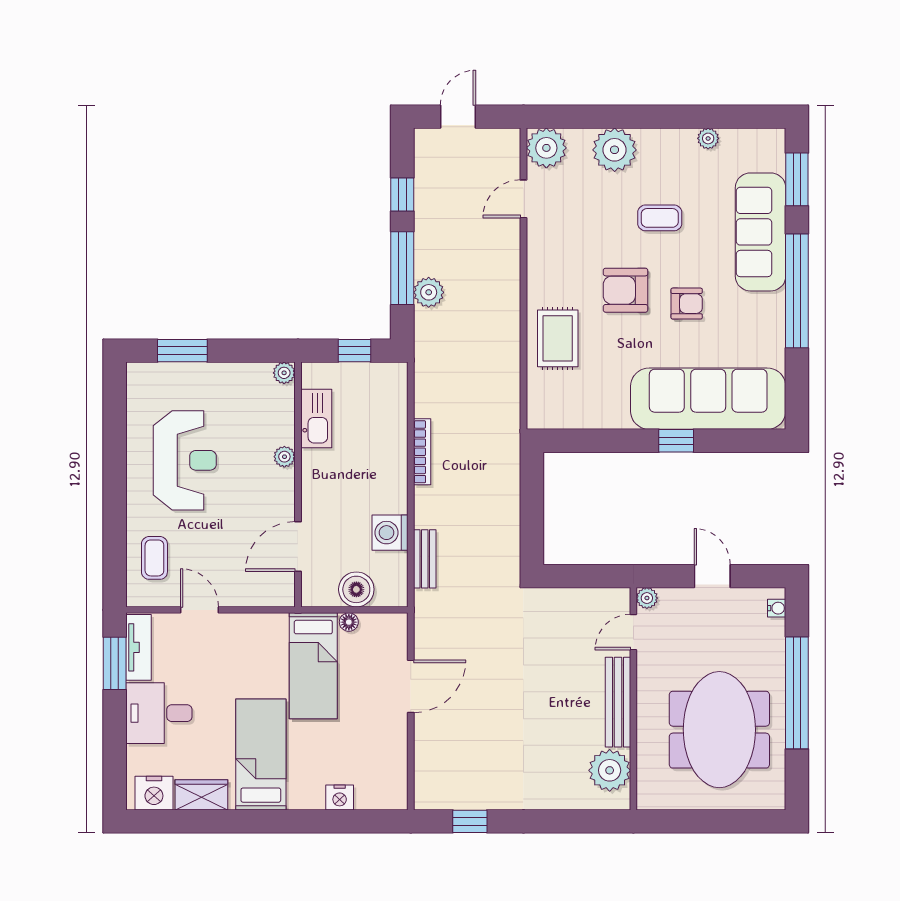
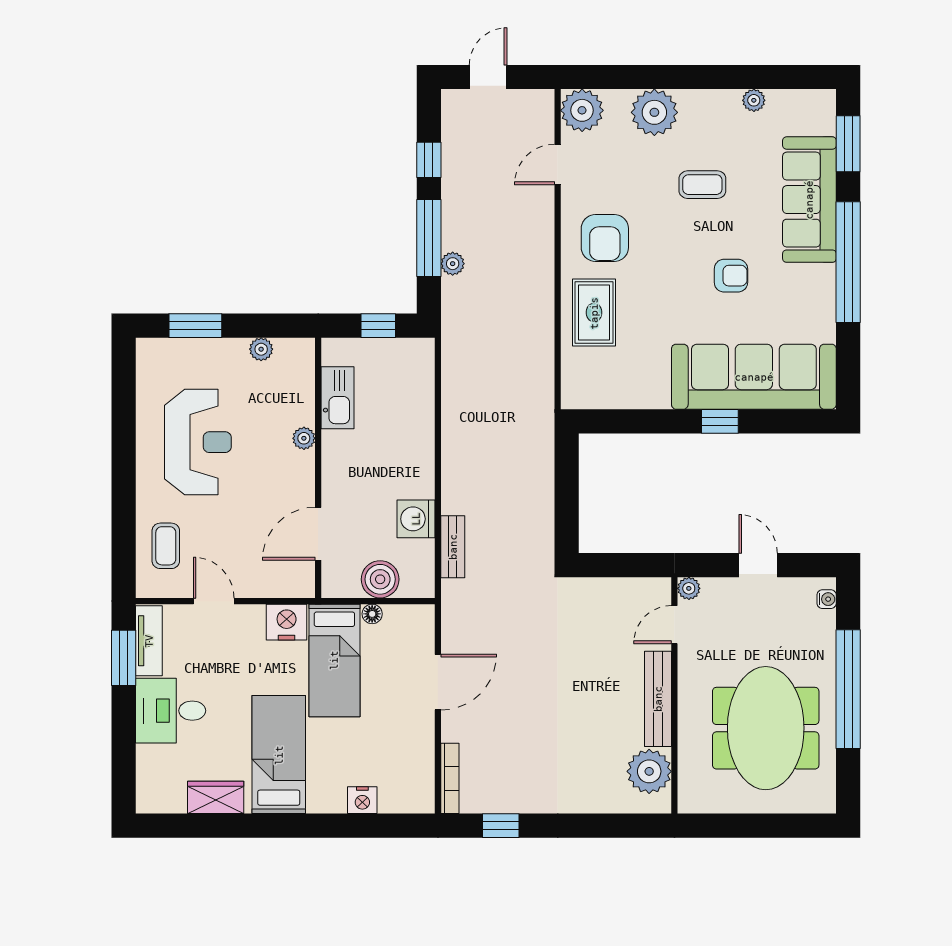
armchair: (626, 290) -> (605, 238), moved, turned -90
plant: (429, 292) -> (453, 264), width x0.73, depth x0.73
plant: (284, 373) -> (261, 349), moved
bookcase: (422, 452) -> (450, 778), moved
nightstand: (154, 793) -> (287, 622), moved, turned 180

